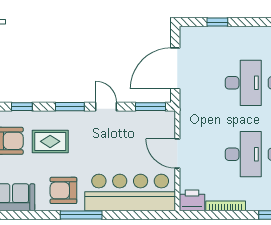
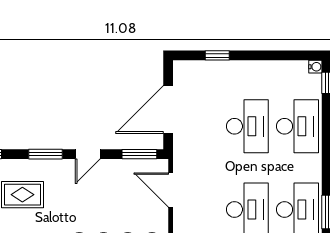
door: (106, 107) -> (88, 154), swing flipped
door: (177, 153) -> (171, 190), moved

